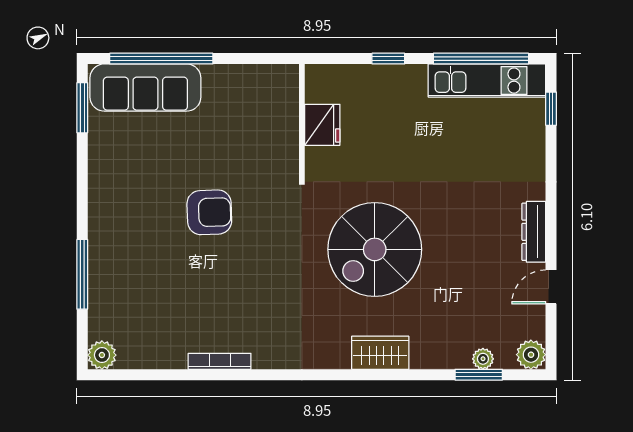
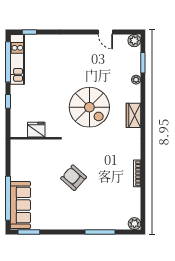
armchair: (209, 212) -> (74, 178), turned -46
dresser: (534, 232) -> (82, 39), removed
wardrobe: (380, 353) -> (133, 115), moved
plant: (483, 359) -> (136, 80), moved

